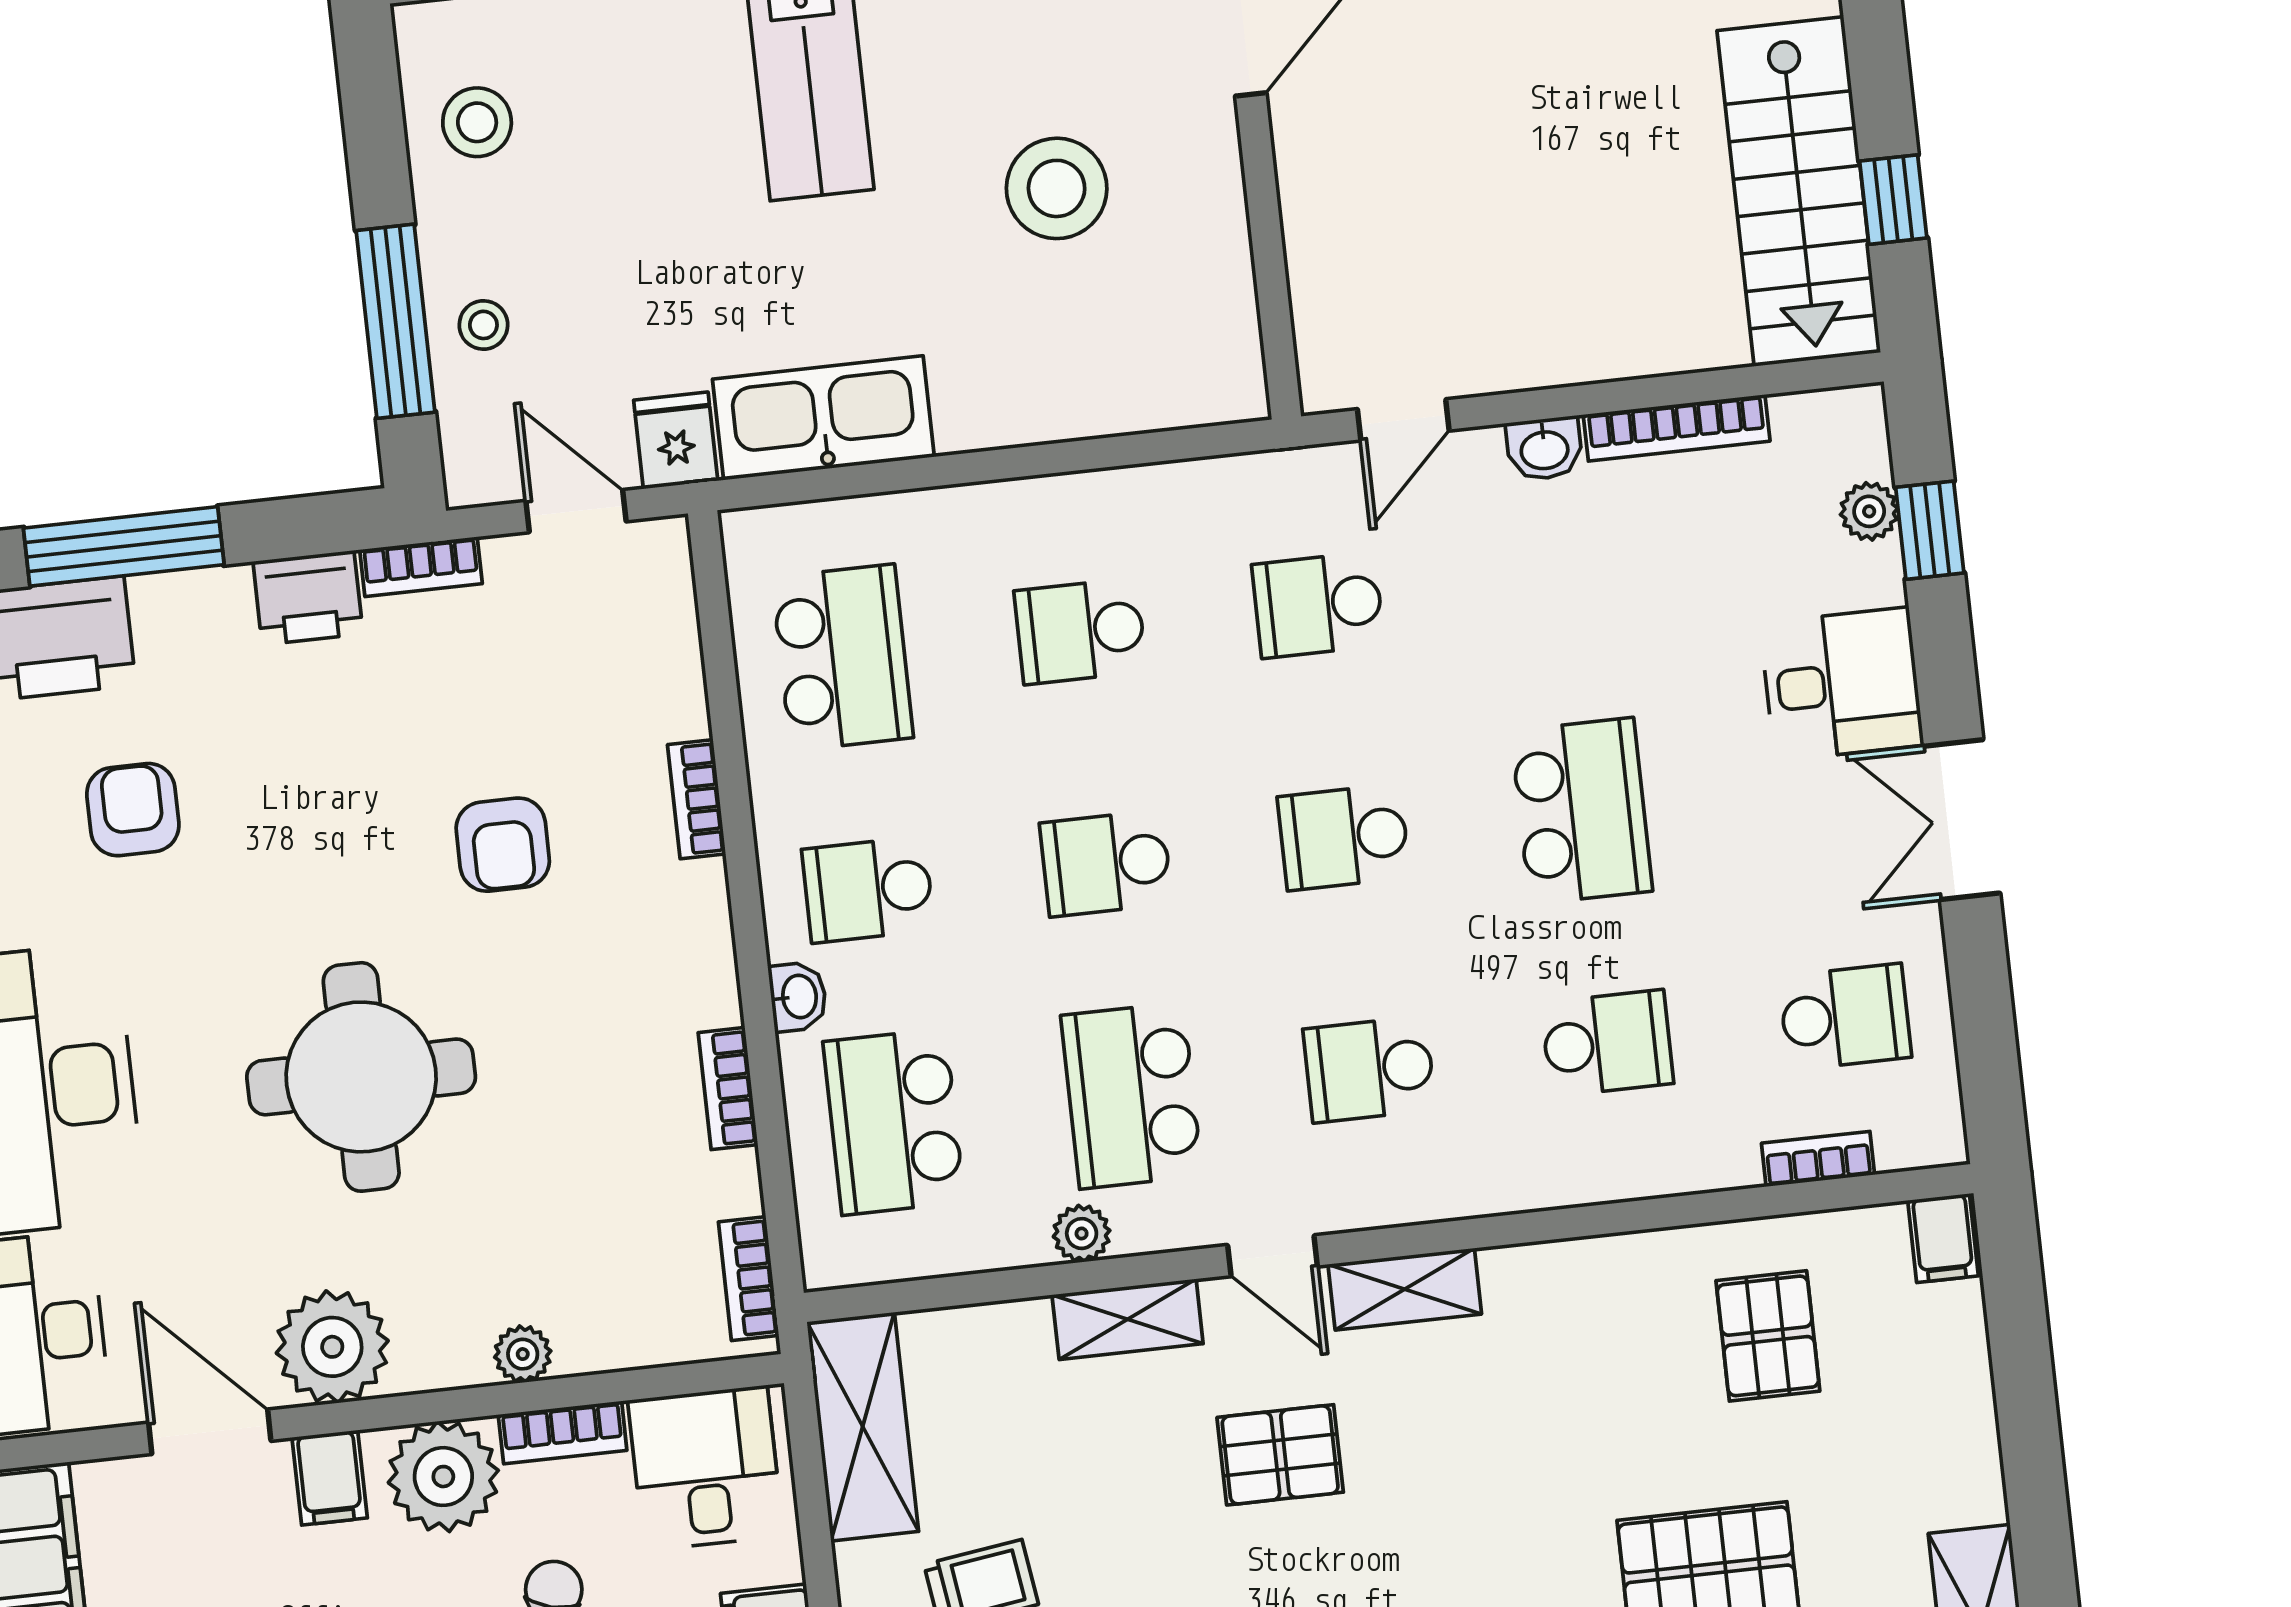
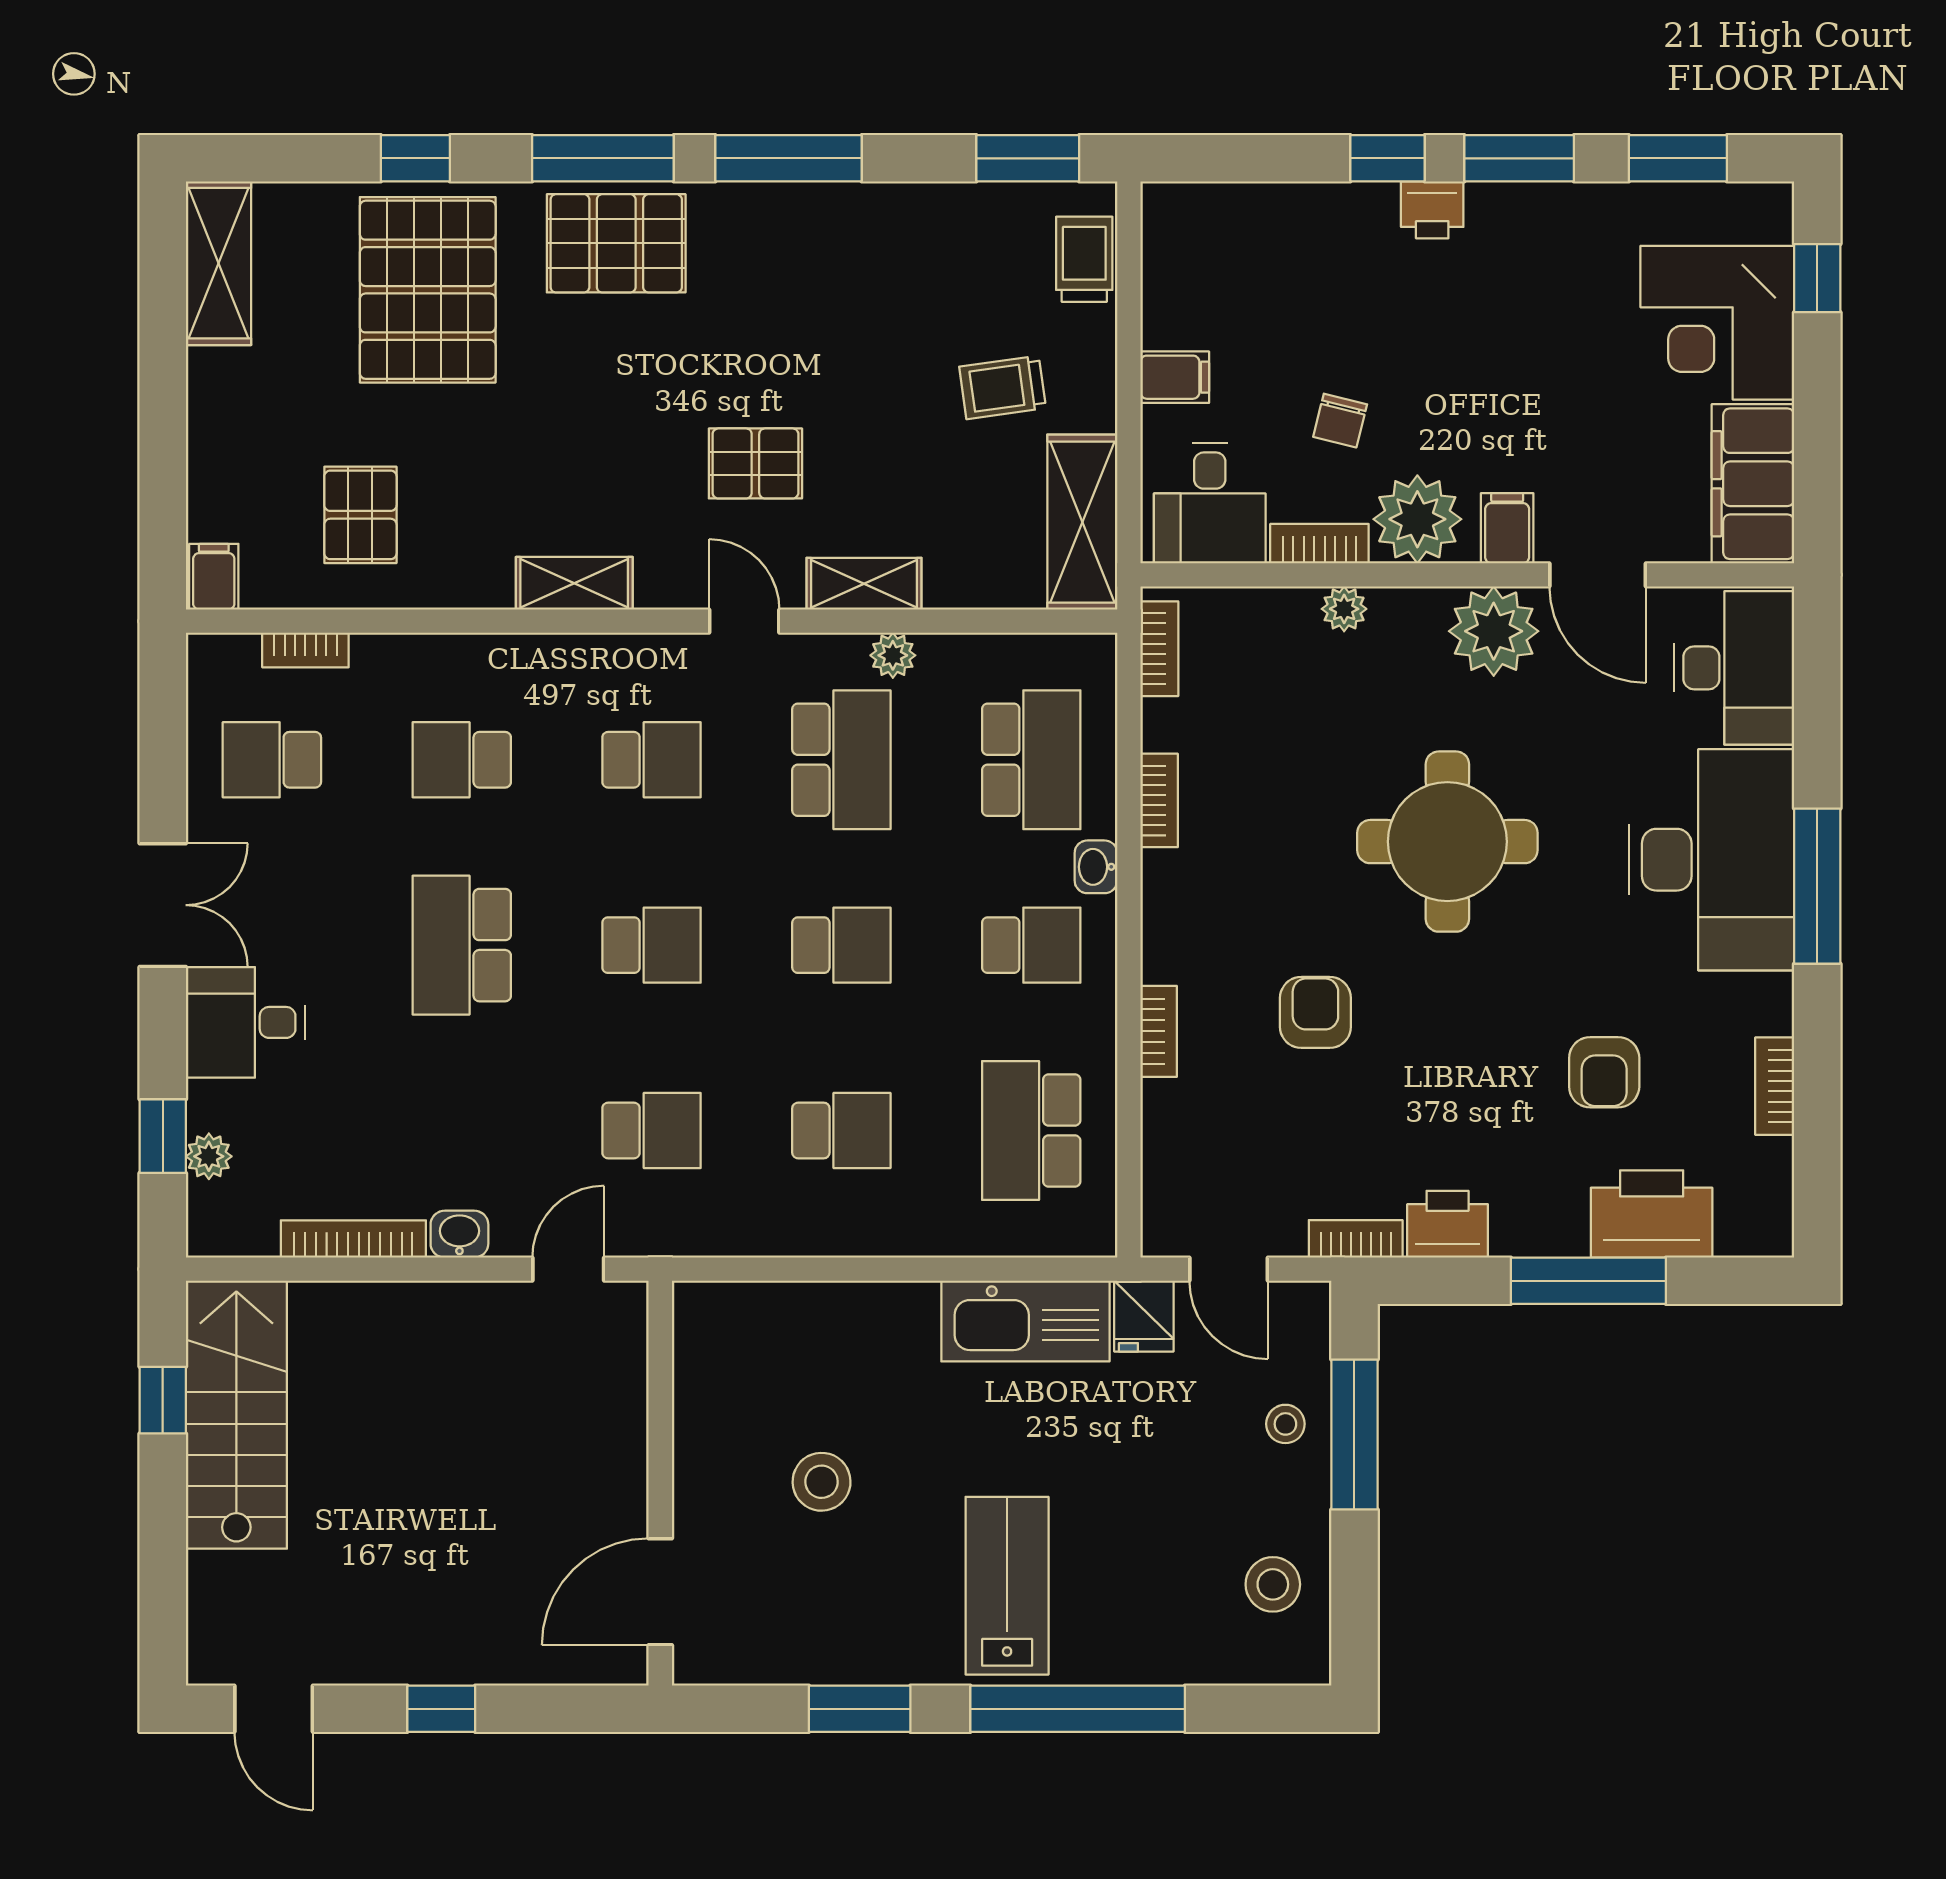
stool: (1057, 188) -> (822, 1482), width x0.73, depth x0.73
shelving: (1405, 1289) -> (574, 583), moved

